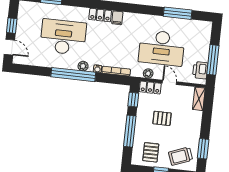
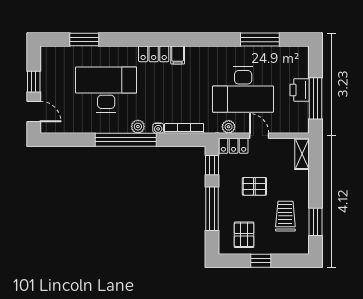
printer: (200, 70) -> (300, 90), moved
trolley: (181, 156) -> (285, 216), moved, turned 111

